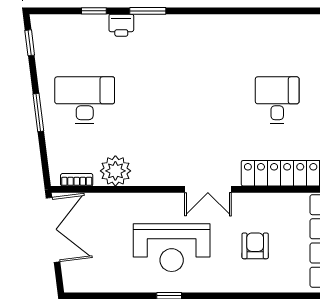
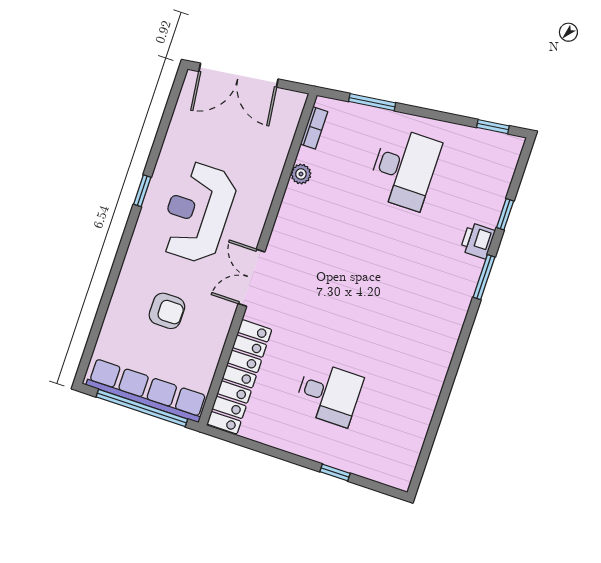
window: (38, 113) -> (372, 102), moved
plant: (115, 171) -> (301, 174), width x0.53, depth x0.53
double door: (53, 230) -> (238, 75), moved

